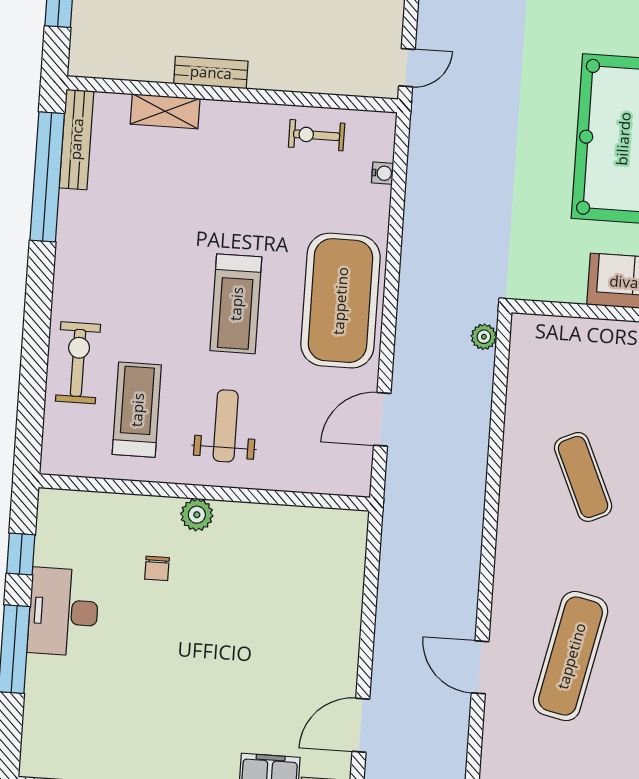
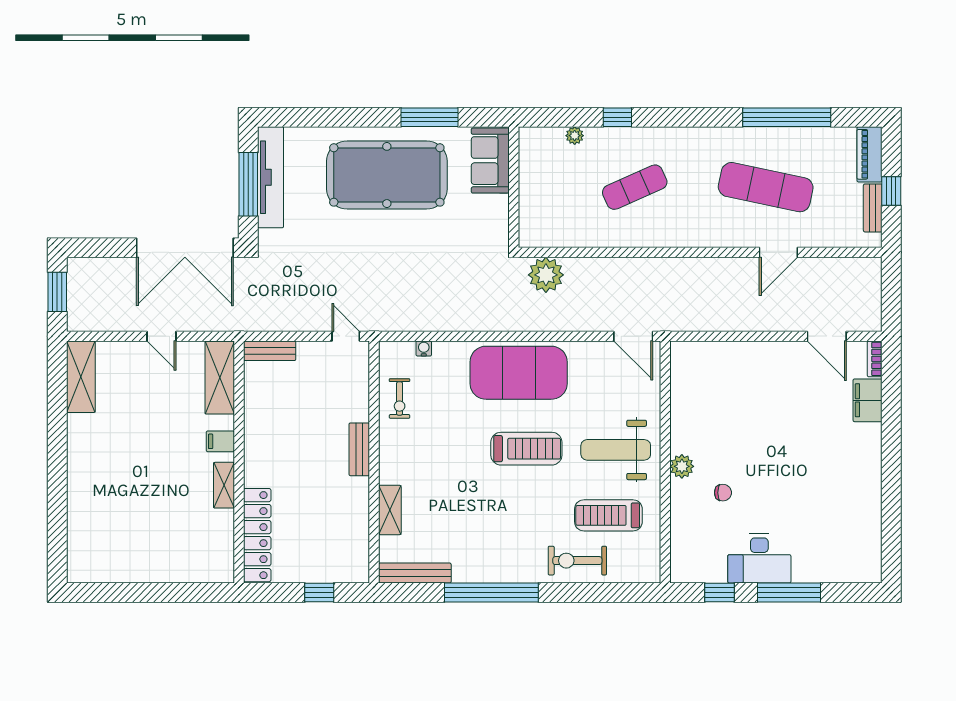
bench: (211, 72) -> (359, 449), moved
window: (47, 177) -> (491, 592), moved
plant: (484, 337) -> (546, 275), width x1.87, depth x1.87
door: (382, 419) -> (633, 336), moved
weight bench: (226, 426) -> (616, 450), width x1.36, depth x1.33

